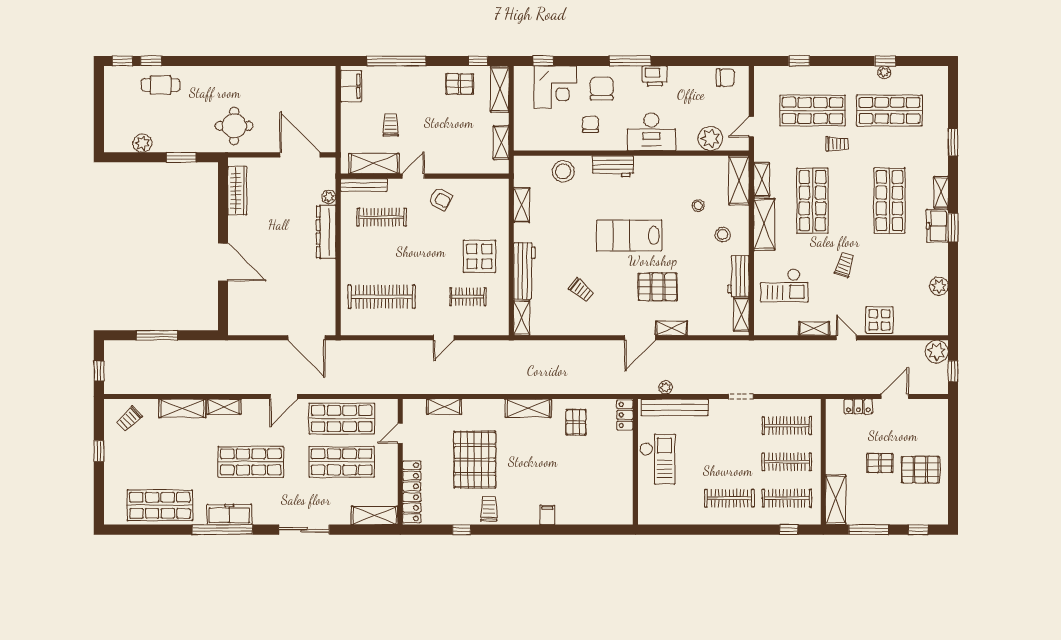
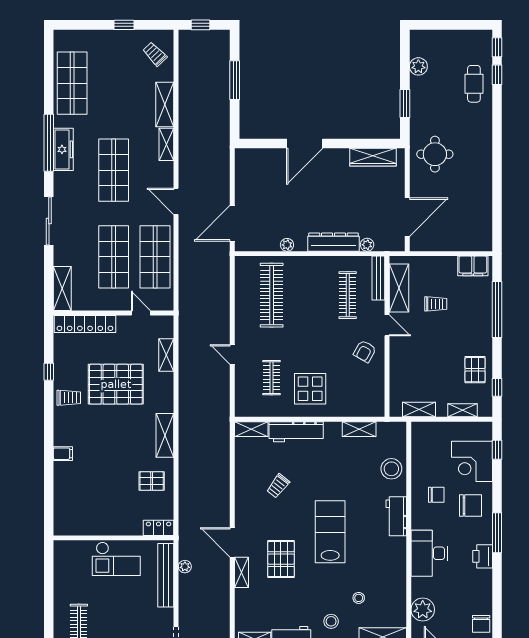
shelving: (500, 89) -> (463, 410), width x0.67, depth x0.75
plant: (329, 281) -> (287, 245), added

